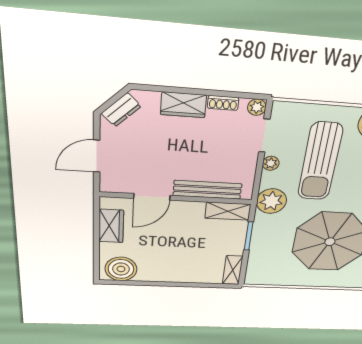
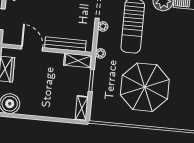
door: (152, 197) -> (32, 48), swing flipped
plant: (271, 201) -> (100, 53), width x0.53, depth x0.53

